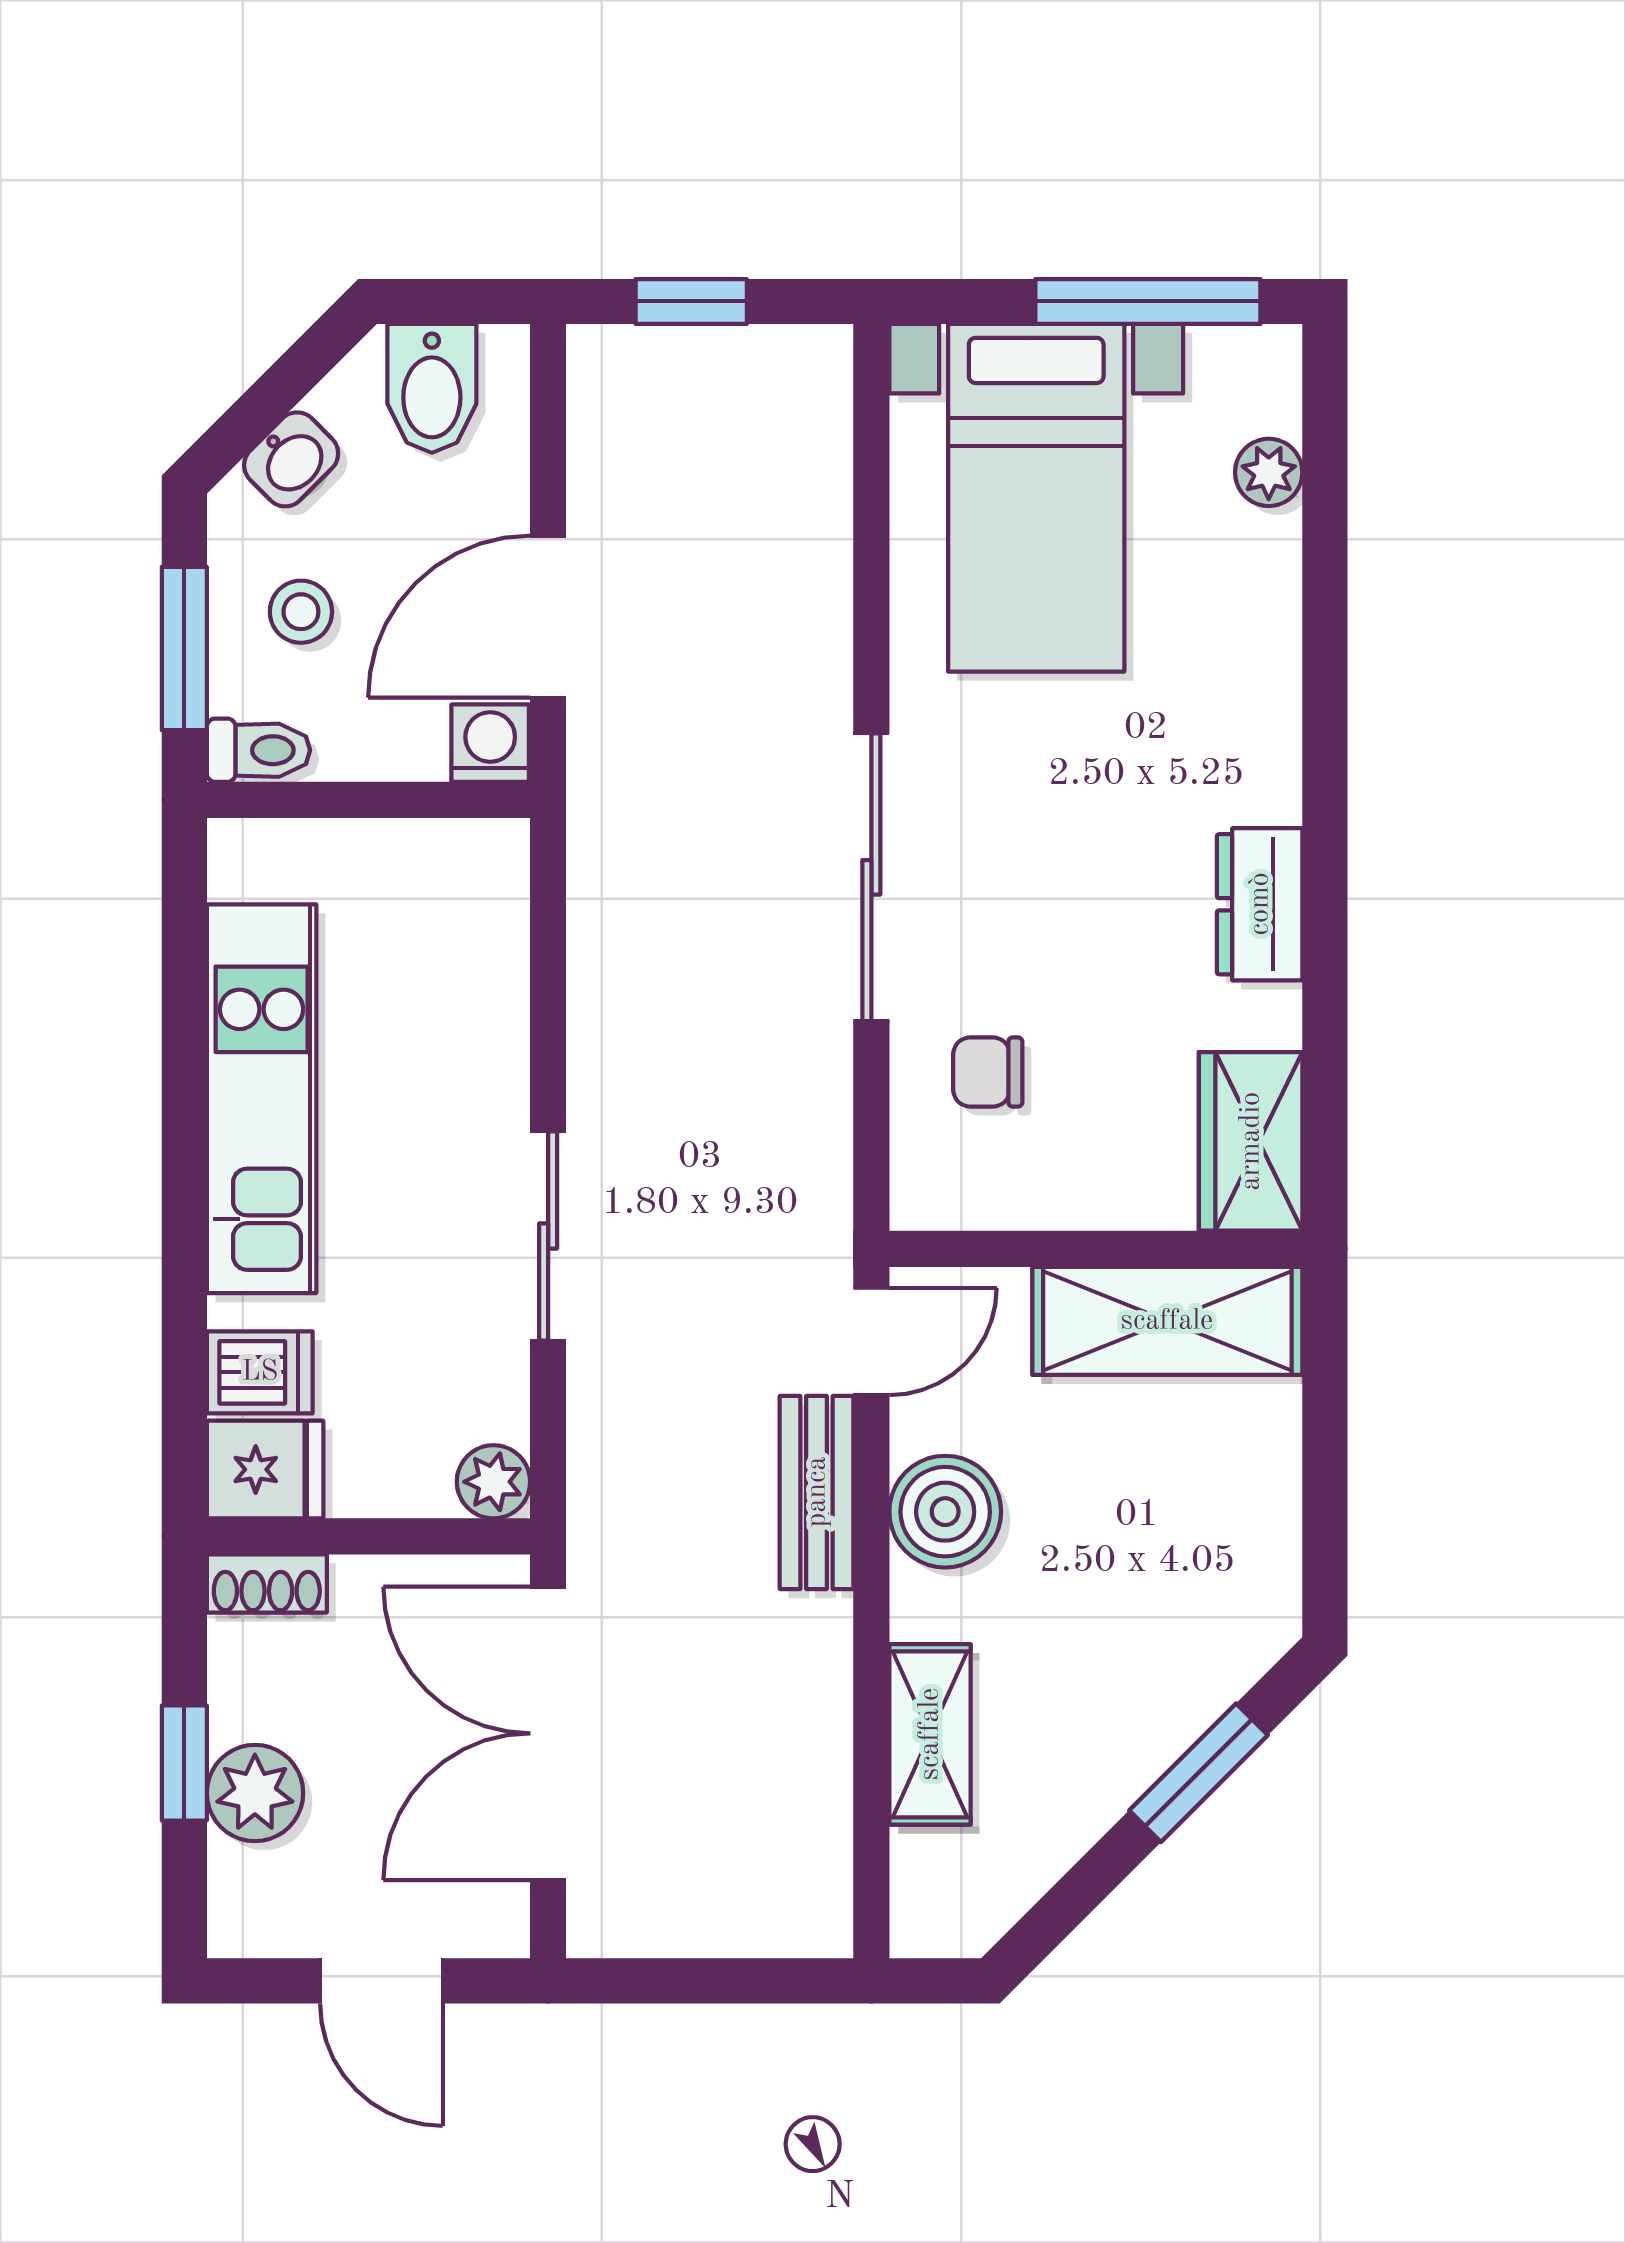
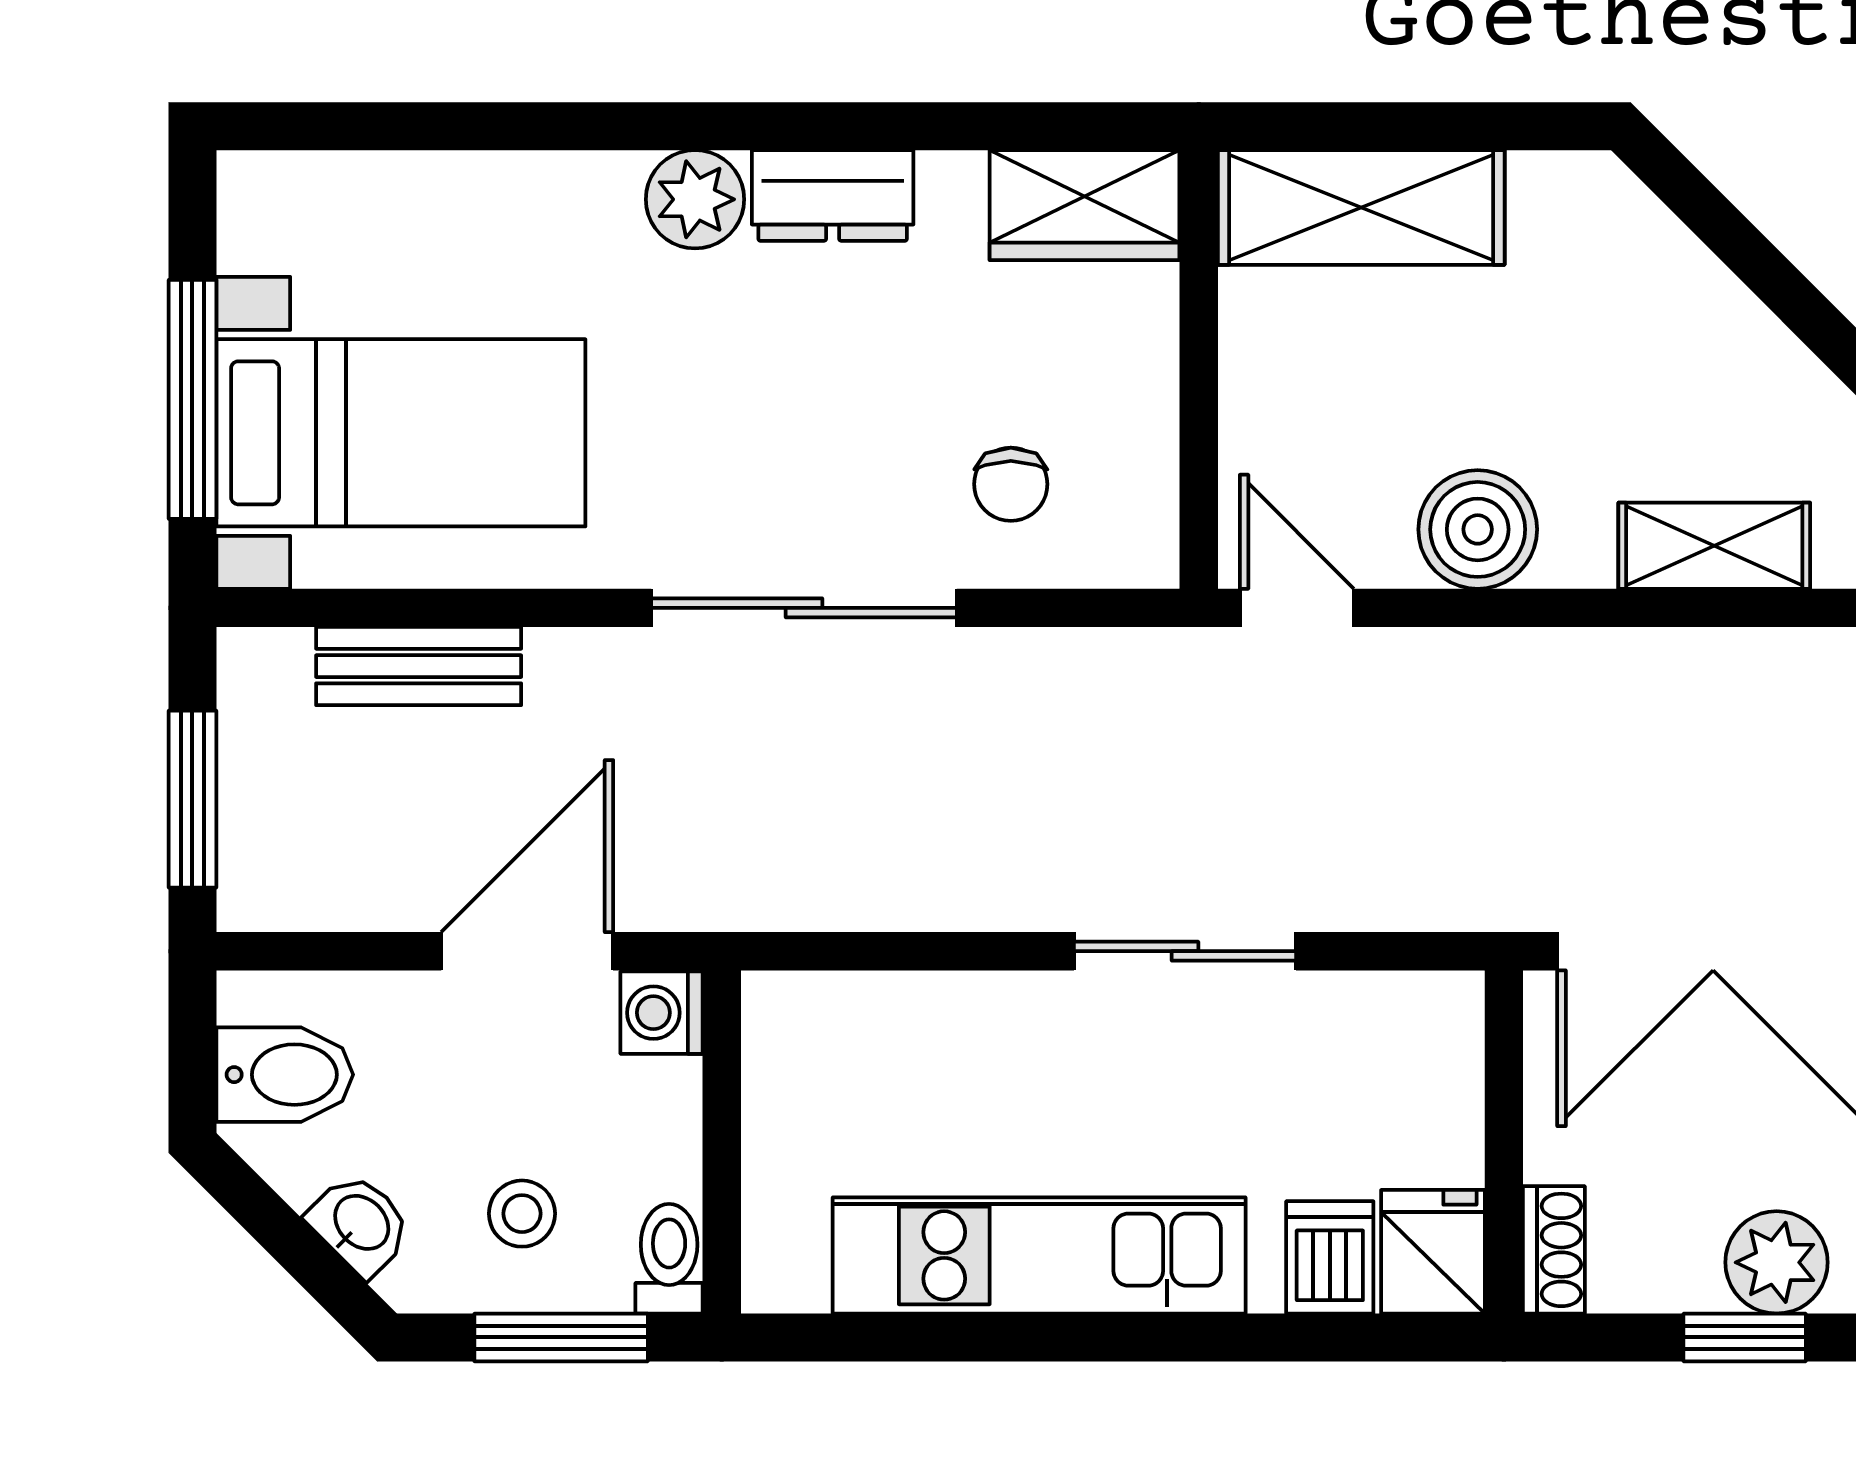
window: (691, 301) -> (192, 799), width x1.50
window: (1148, 301) -> (192, 399), moved
plant: (1269, 472) -> (695, 199), moved, width x1.38, depth x1.38
door: (548, 617) -> (527, 951), swing flipped
shelving: (1167, 1321) -> (1361, 207), moved, turned 90
plant: (493, 1482) -> (1446, 1009), removed
bench: (817, 1492) -> (419, 666), moved
window: (1199, 1773) -> (1755, 260), removed

